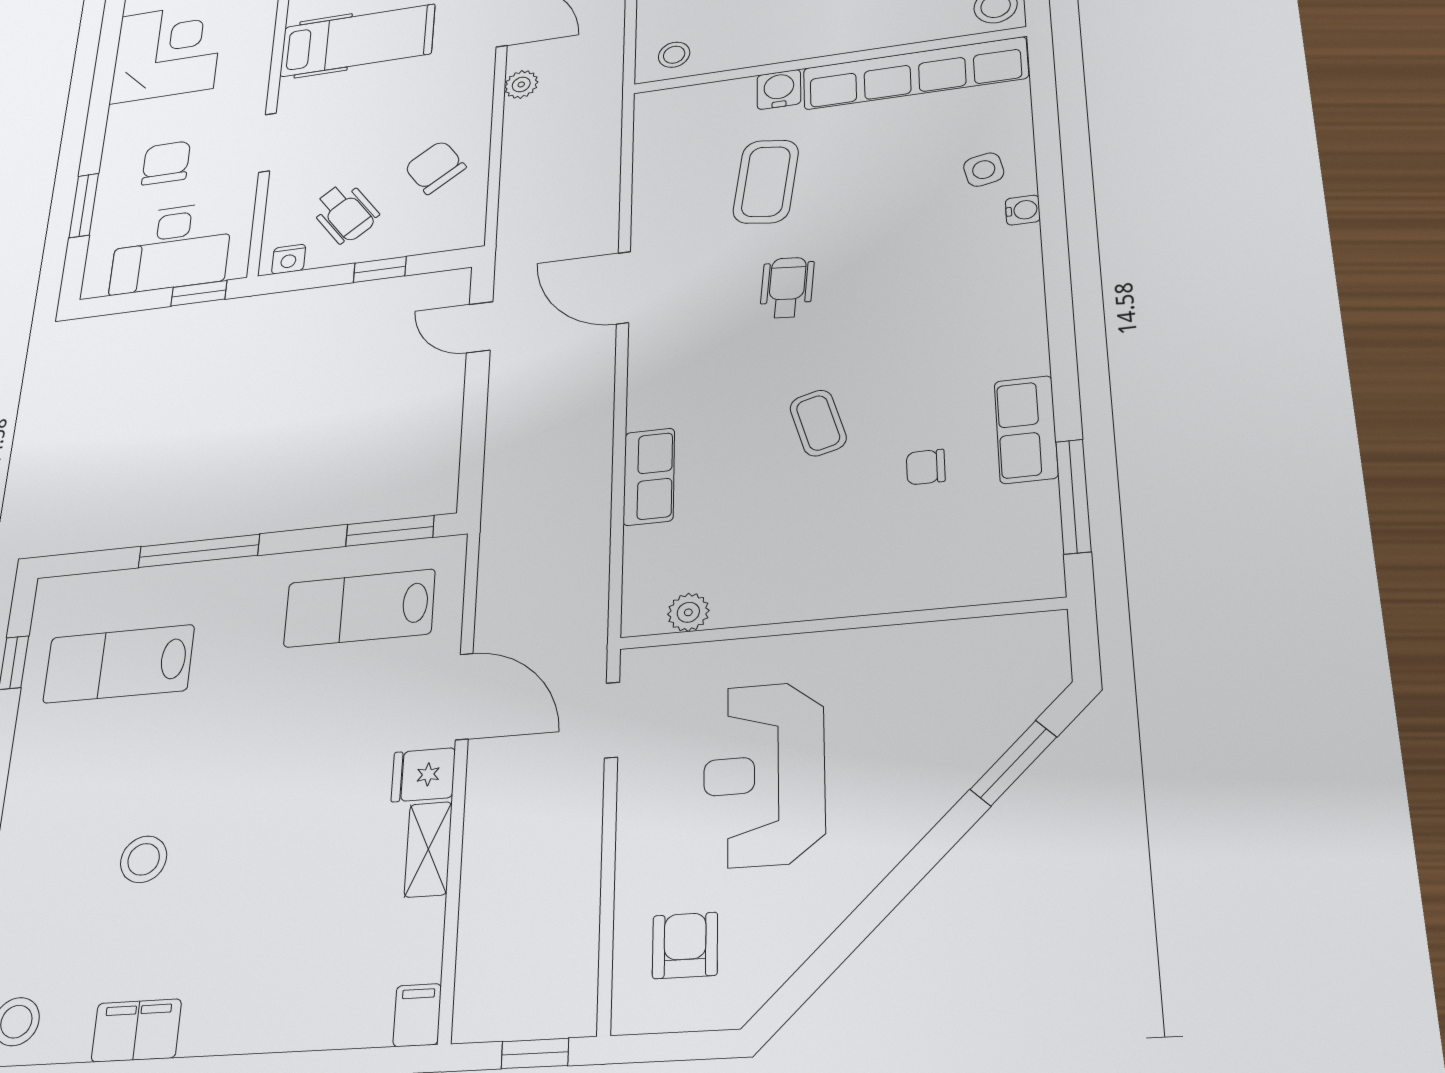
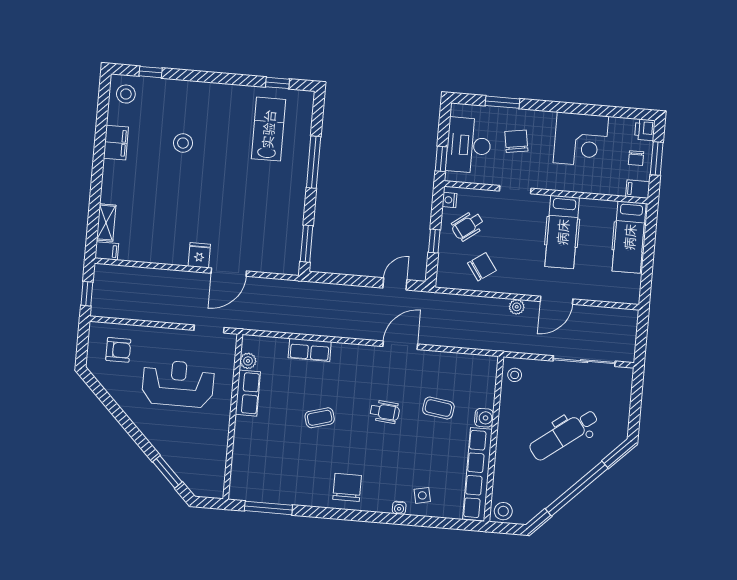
chair: (166, 163) -> (516, 141), turned -99
coffee table: (766, 182) -> (438, 408), width x0.73, depth x0.77
row of seats: (1026, 429) -> (248, 393), moved, turned 90
chair: (926, 467) -> (347, 487), moved, width x1.87, depth x1.87
lab bench: (359, 608) -> (274, 231), removed
shelving: (428, 849) -> (106, 223), moved, turned 90

